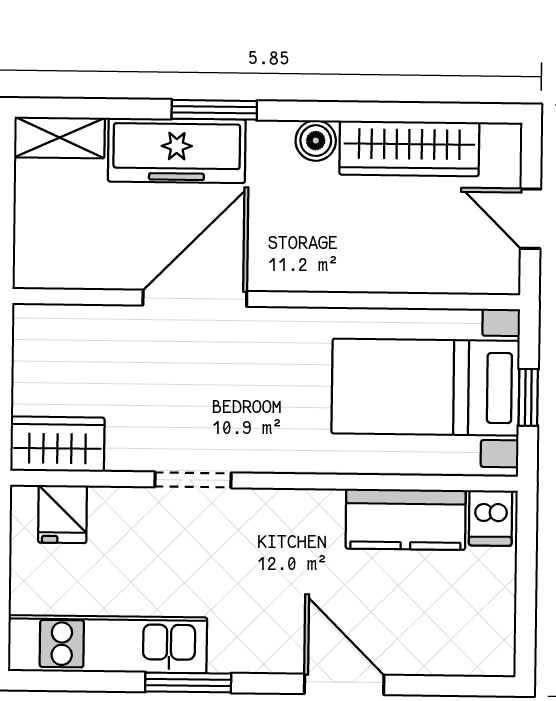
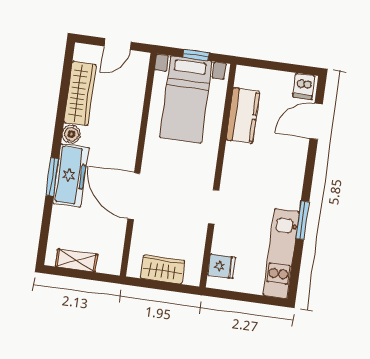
shelving: (59, 138) -> (76, 260), moved, turned 90
freezer: (177, 151) -> (71, 175), moved
wardrobe: (57, 444) -> (163, 269), moved, turned 90
dishwasher: (491, 518) -> (304, 86), moved, turned 90
door: (344, 684) -> (316, 121), moved

